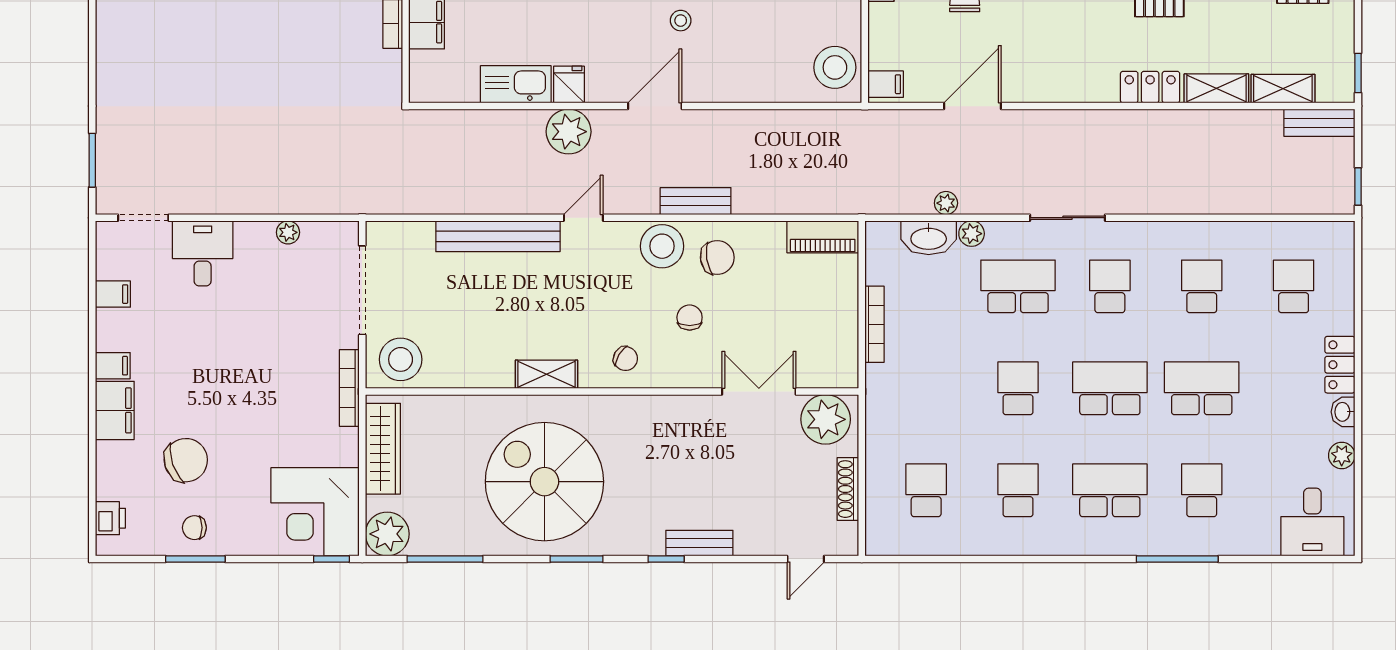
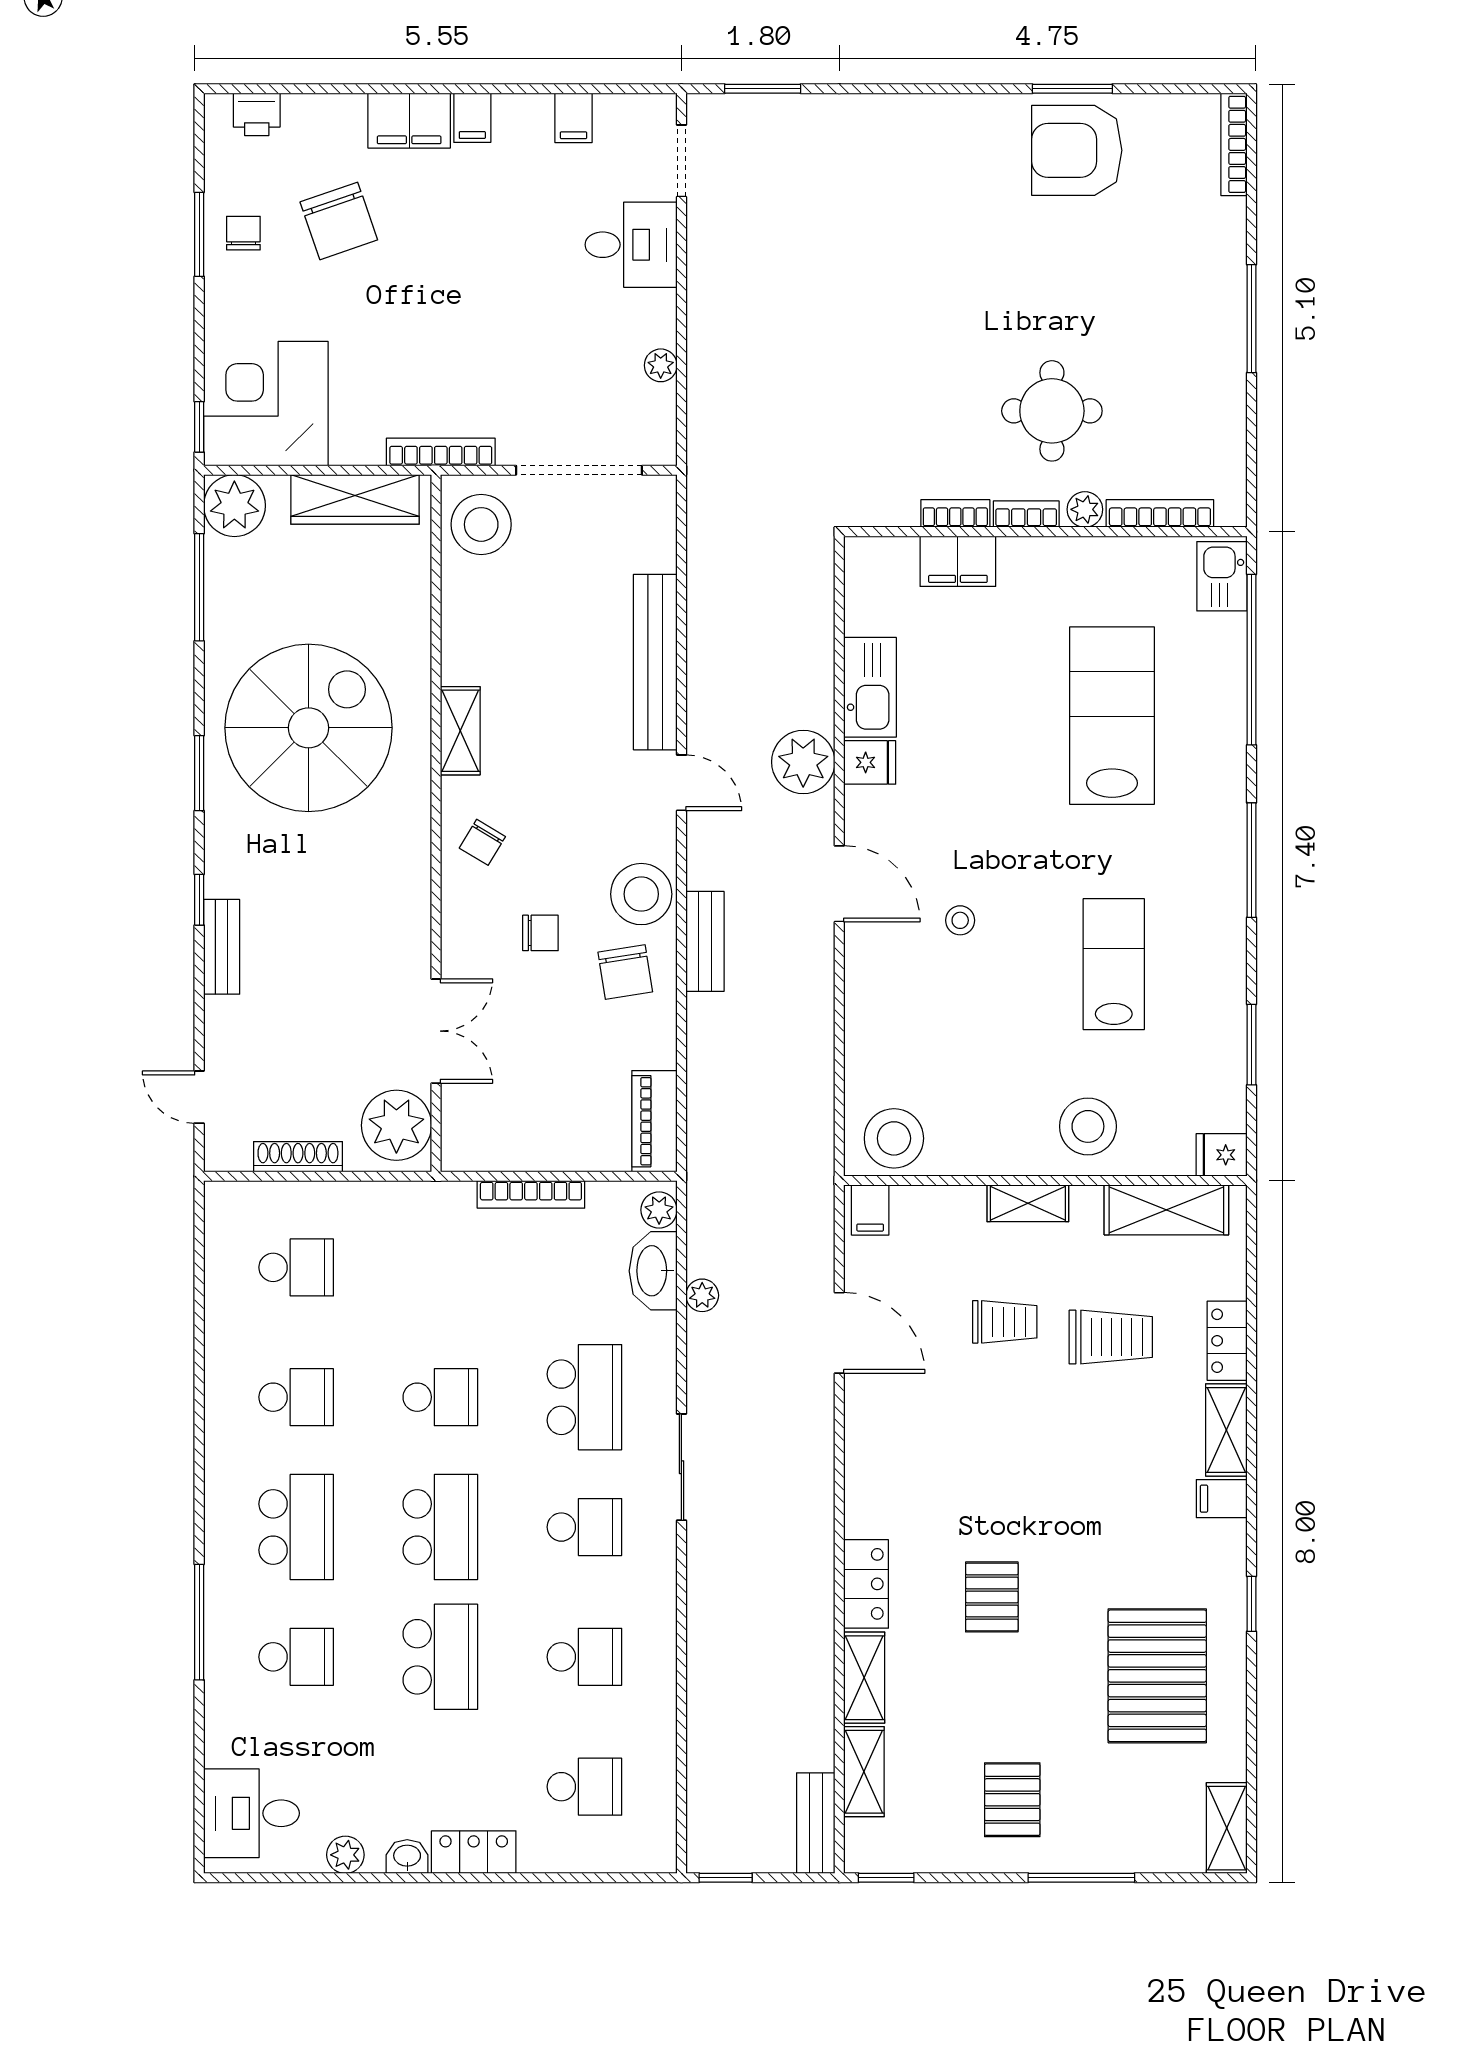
plant: (972, 234) -> (659, 1210), moved

